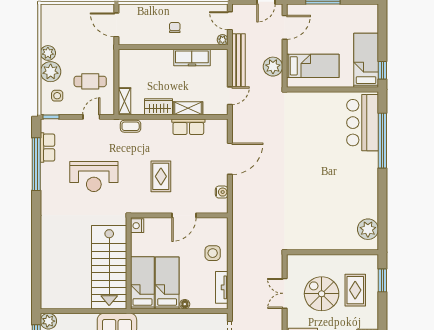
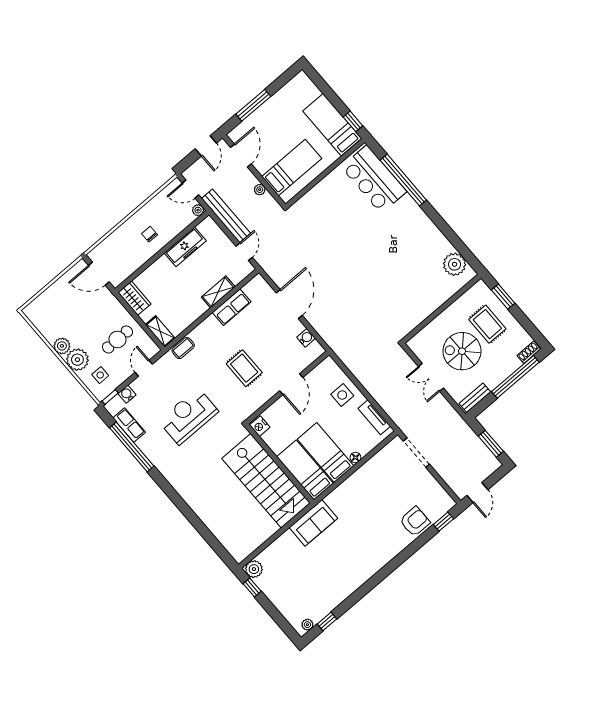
plant: (273, 67) -> (260, 190), width x0.53, depth x0.53
wardrobe: (158, 107) -> (134, 298), moved, turned 90
water cooler: (64, 125) -> (127, 394), added
reception desk: (94, 177) -> (188, 416), turned 180

